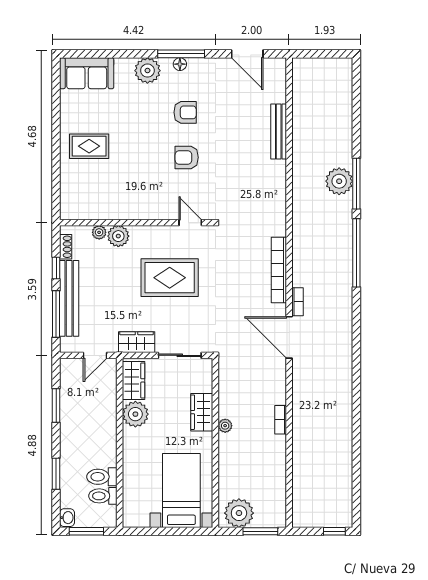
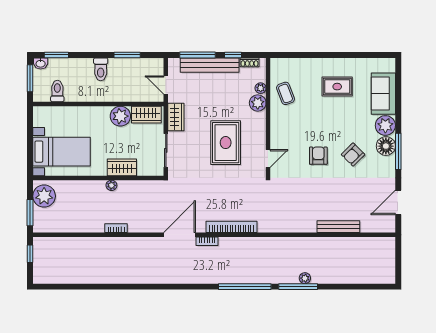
floor lamp: (180, 64) -> (386, 146), width x1.89, depth x1.89
sofa: (87, 73) -> (383, 94), moved
armchair: (185, 112) -> (353, 155), turned 45
rug: (89, 146) -> (337, 87), moved, turned 90
plant: (339, 181) -> (305, 278), width x0.53, depth x0.53
coffee table: (106, 200) -> (286, 93), added
window: (56, 474) -> (56, 55), moved
toilet: (102, 477) -> (101, 69), moved, turned 180
window: (334, 531) -> (30, 254), moved

